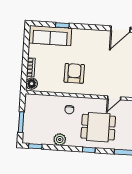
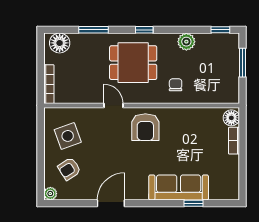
sofa: (50, 36) -> (179, 187), moved
armchair: (74, 73) -> (145, 127), moved
door: (114, 98) -> (113, 105), hinge flipped

